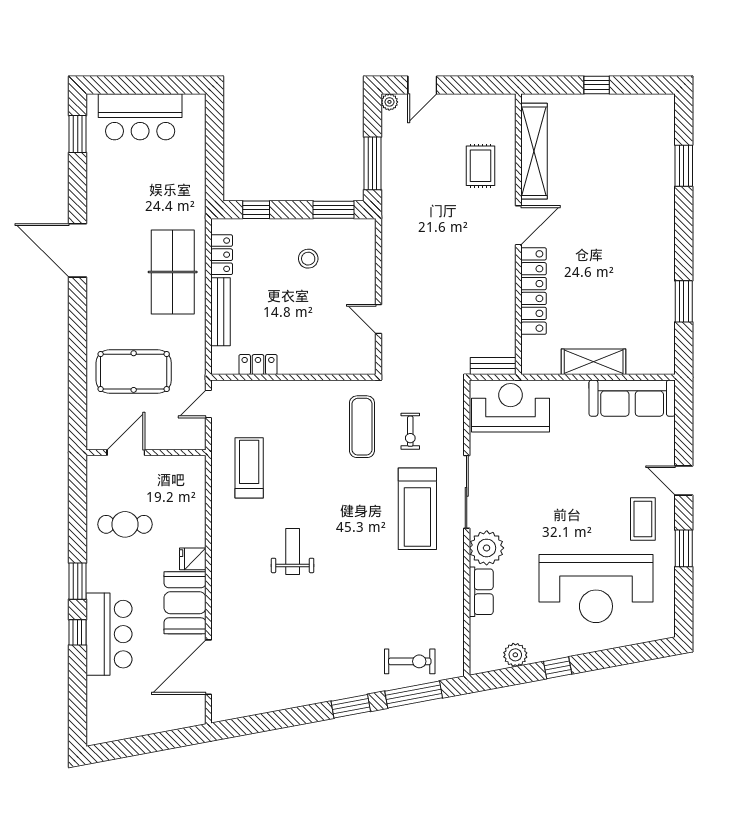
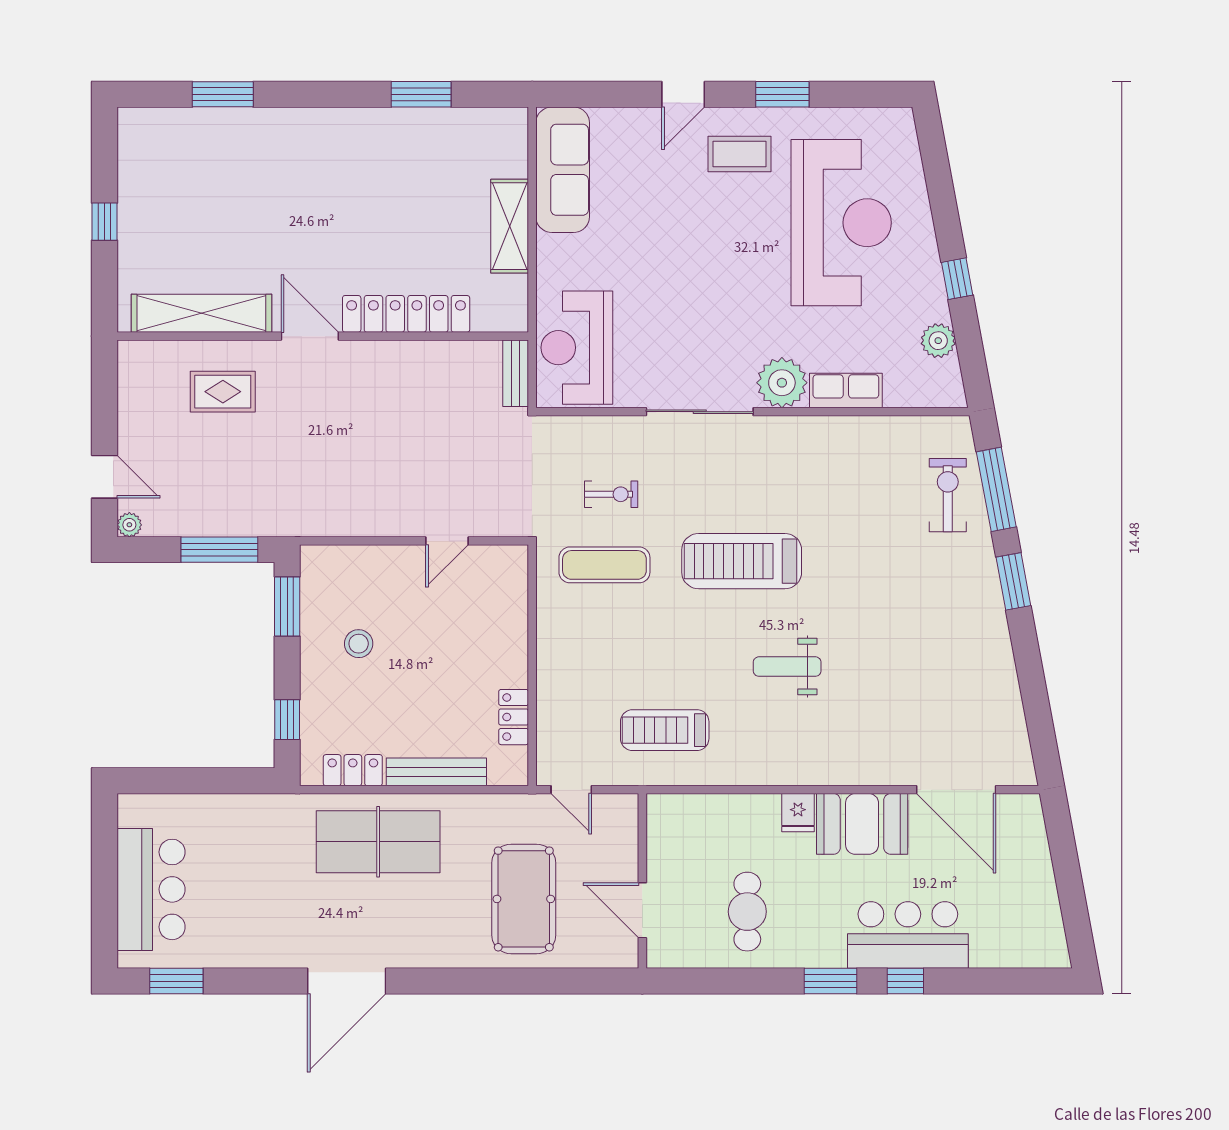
treadmill: (417, 509) -> (742, 561), moved, turned 180

